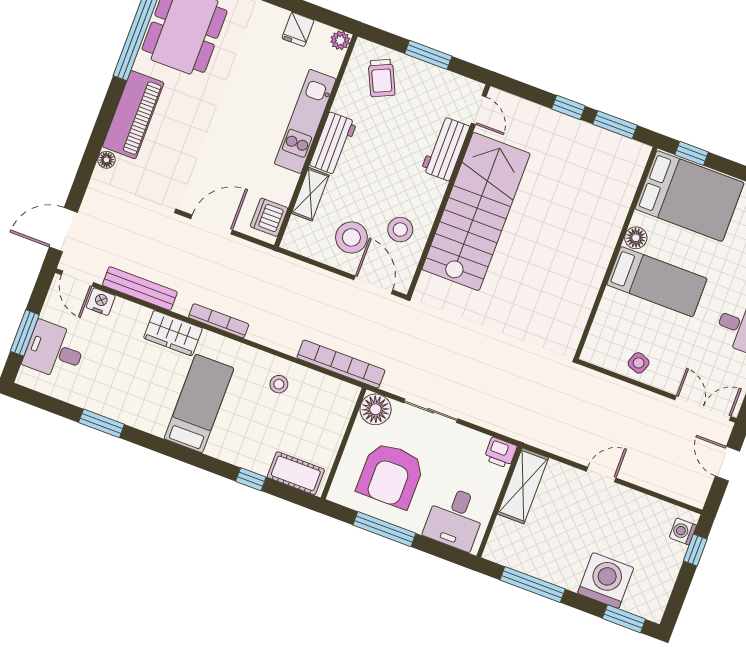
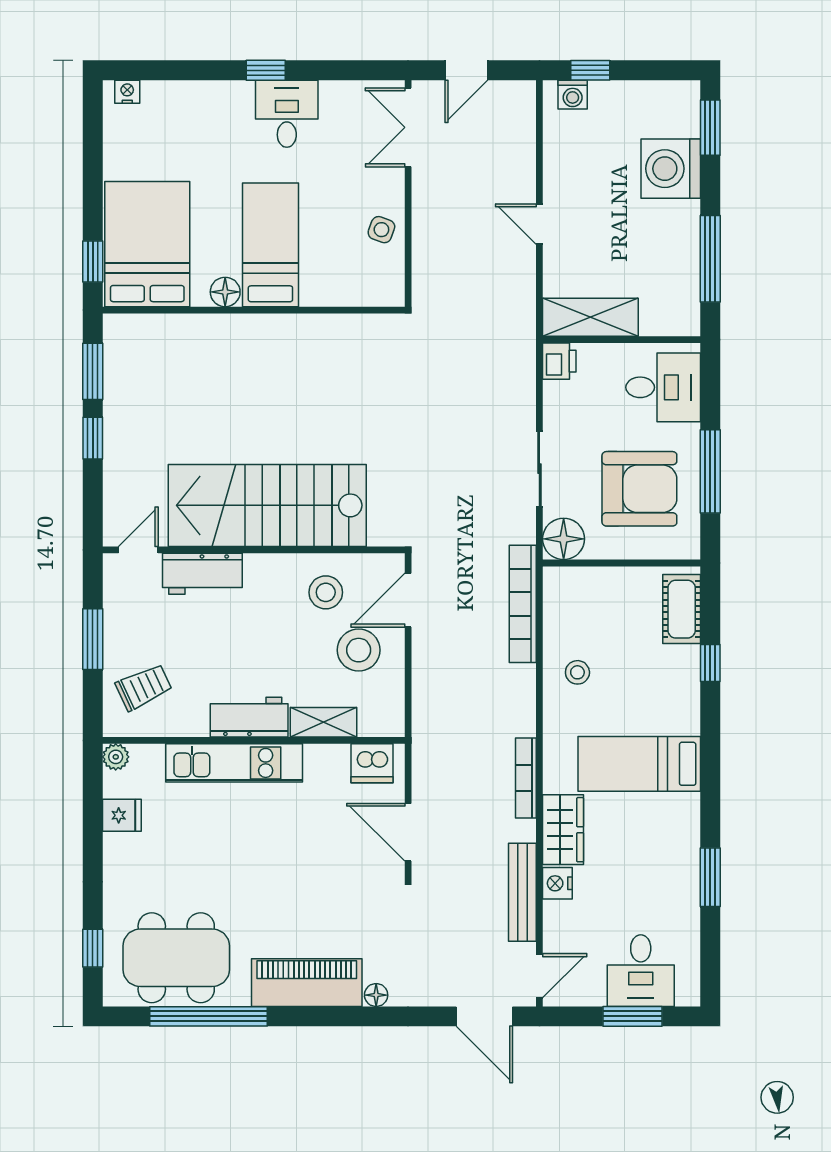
nightstand: (101, 302) -> (557, 883), moved

